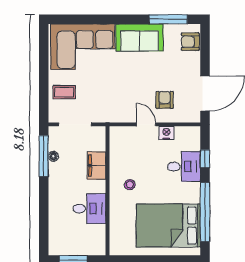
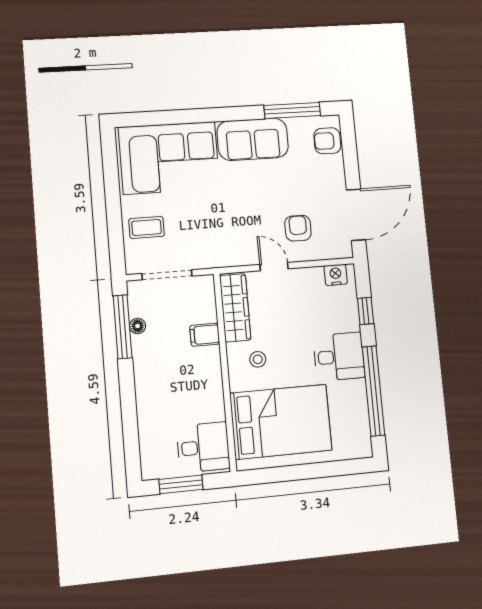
nightstand: (166, 133) -> (336, 275), moved
wardrobe: (118, 150) -> (235, 308), added
filing cabinet: (96, 166) -> (205, 335), width x0.50
desk: (184, 167) -> (339, 357), moved
desk: (89, 209) -> (203, 447), moved
bed: (168, 226) -> (281, 422), moved, turned 180

